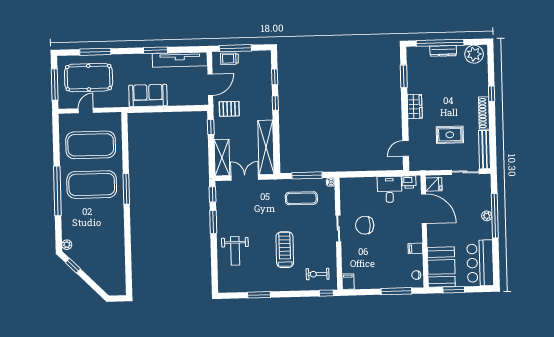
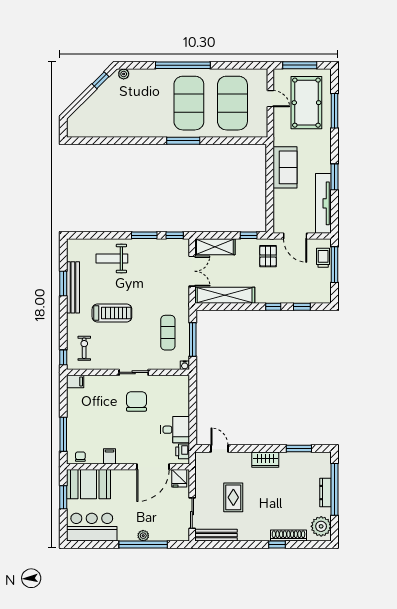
shoe rack: (484, 113) -> (288, 536), moved
bench: (262, 286) -> (73, 287), added

